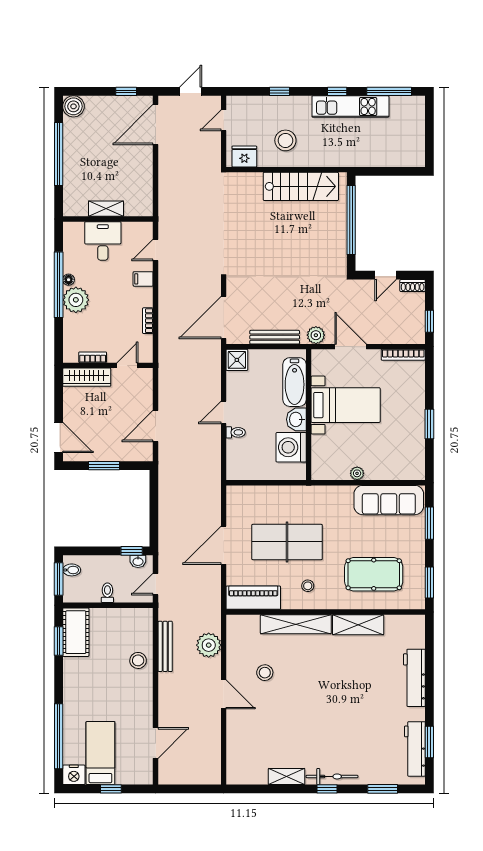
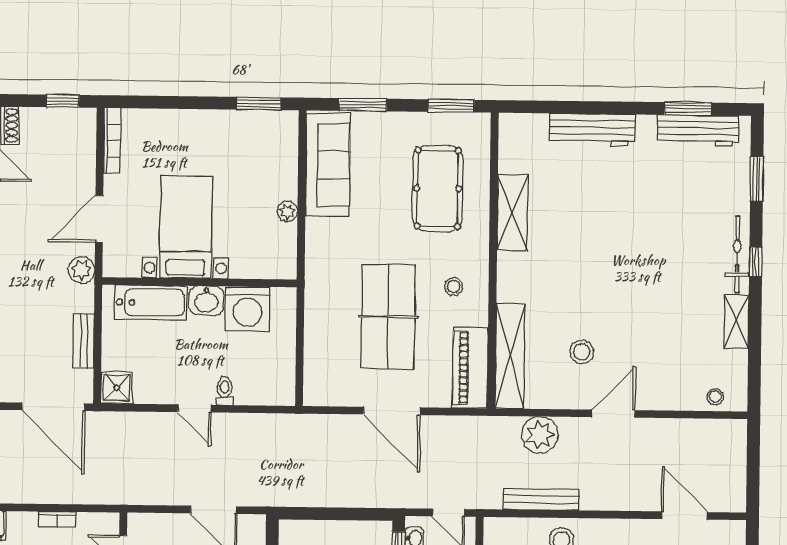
bench: (275, 337) -> (84, 341), width x0.73
window: (429, 424) -> (259, 104), moved
shelving: (296, 624) -> (510, 356), moved
stool: (236, 763) -> (715, 397), added

